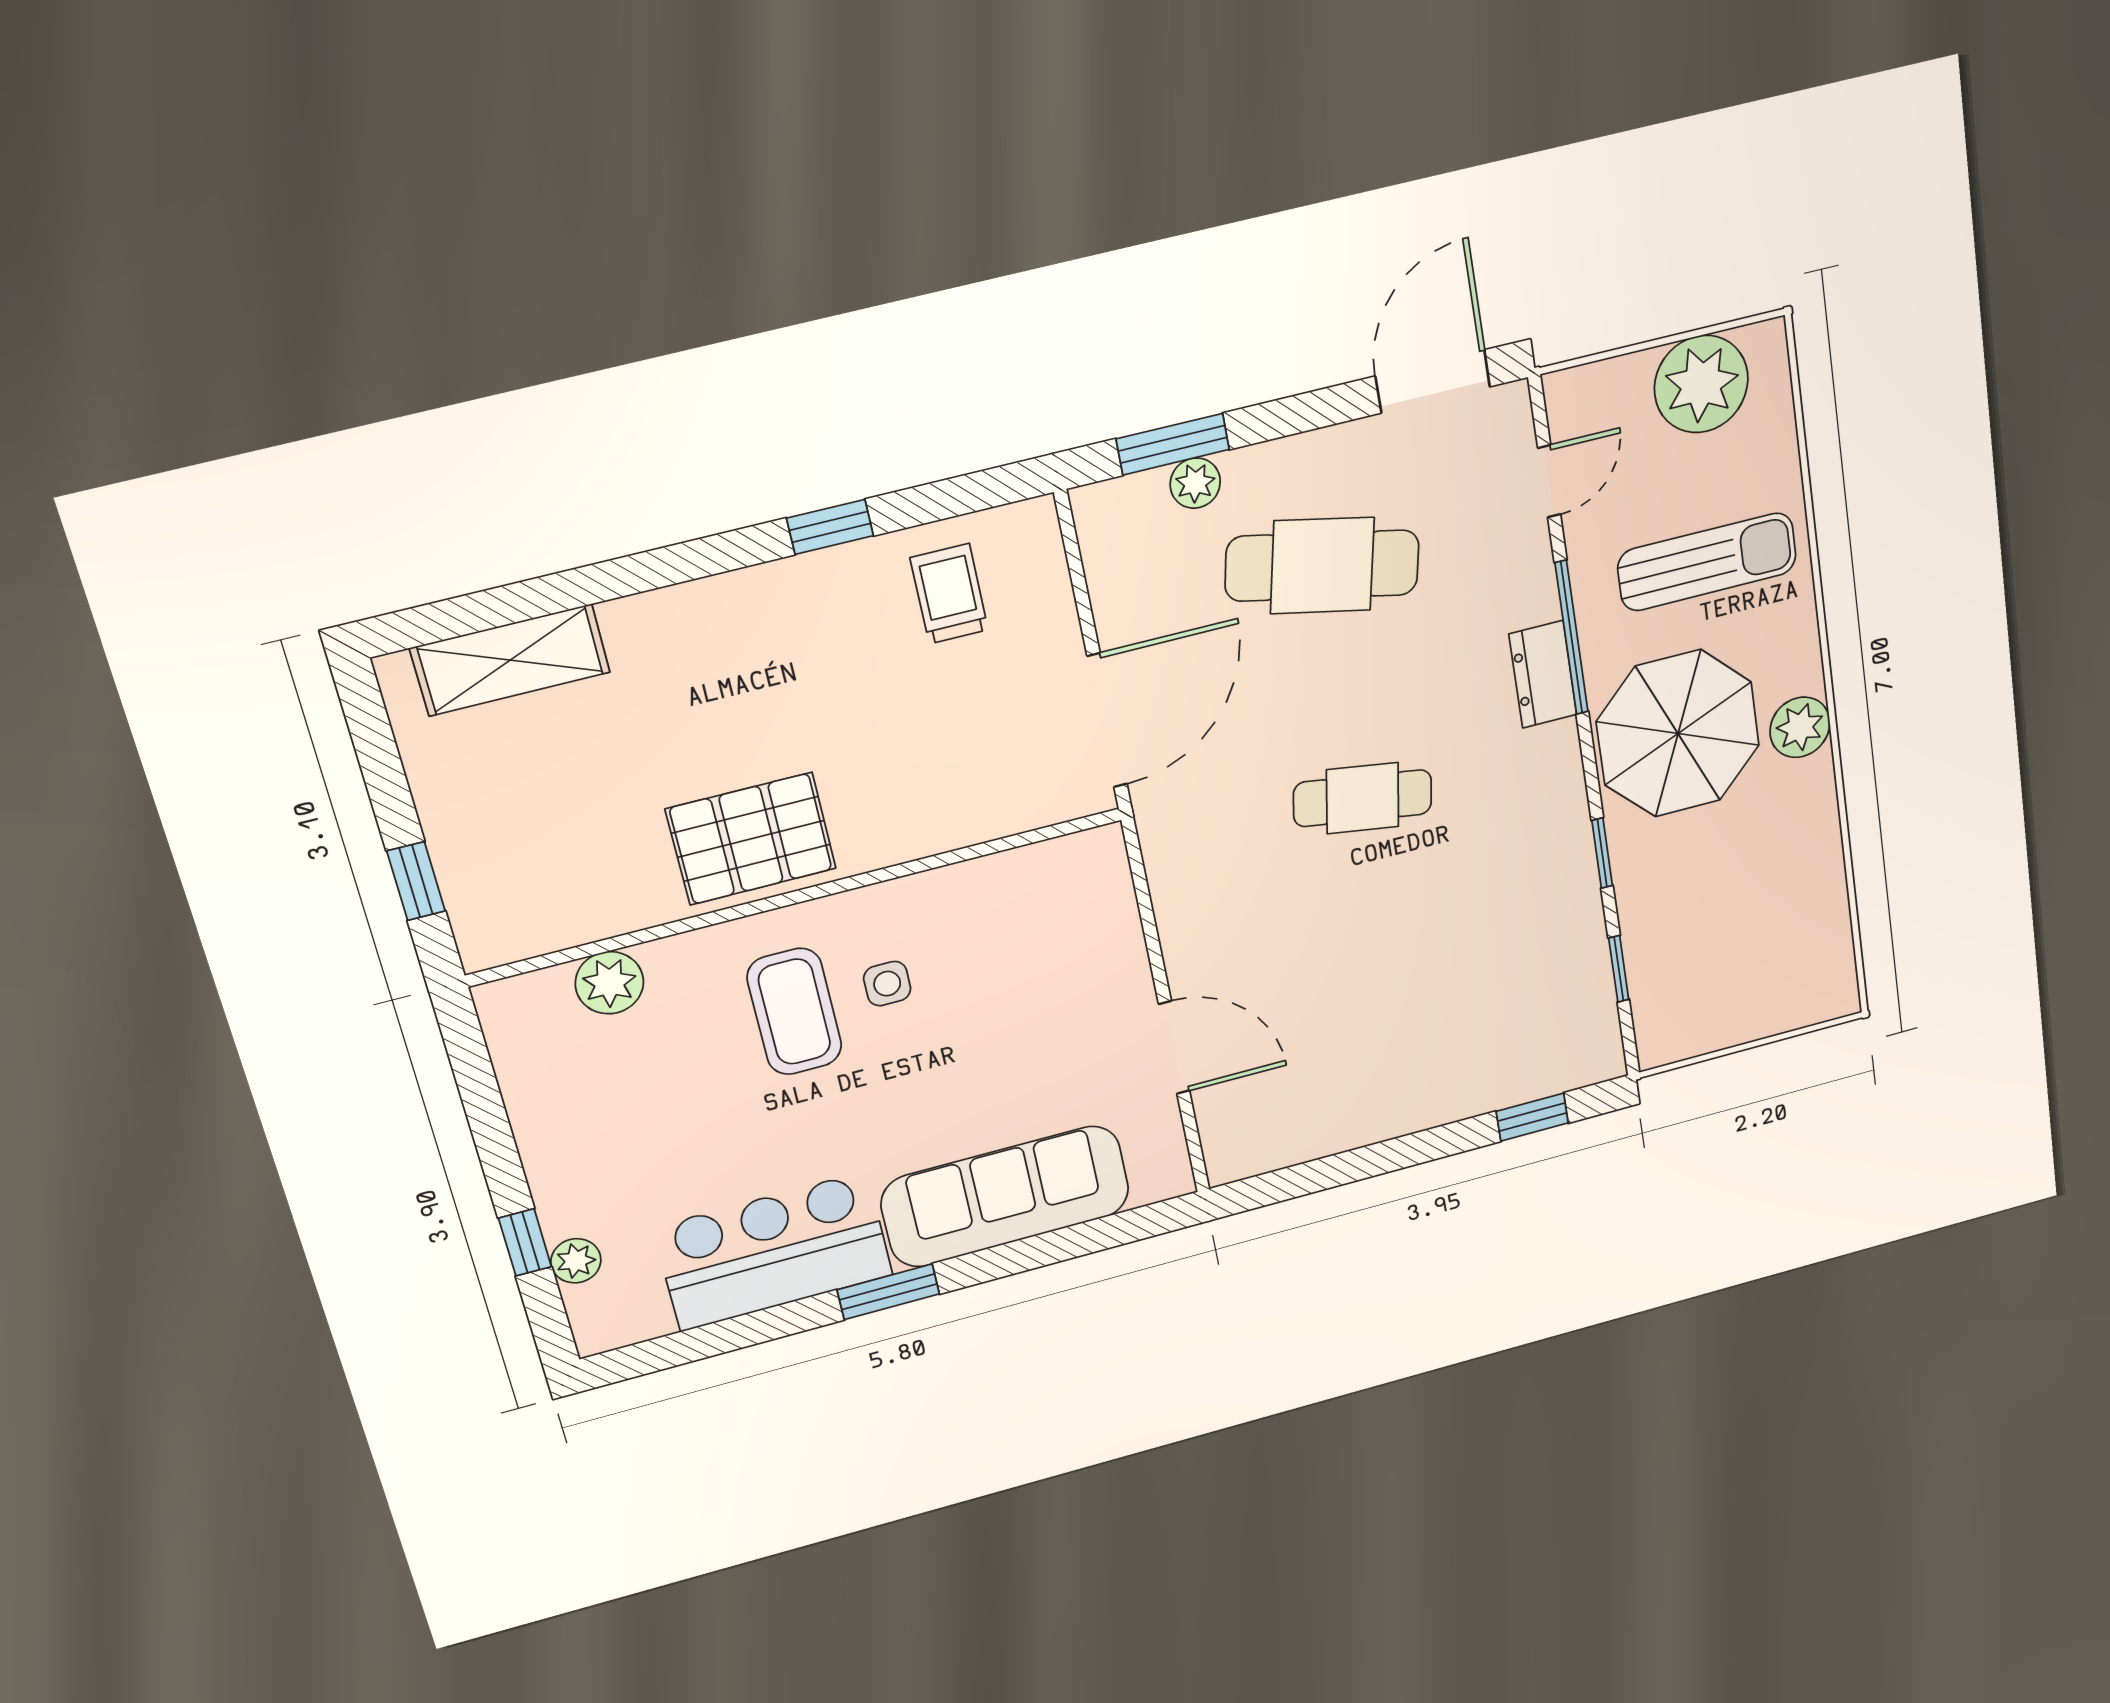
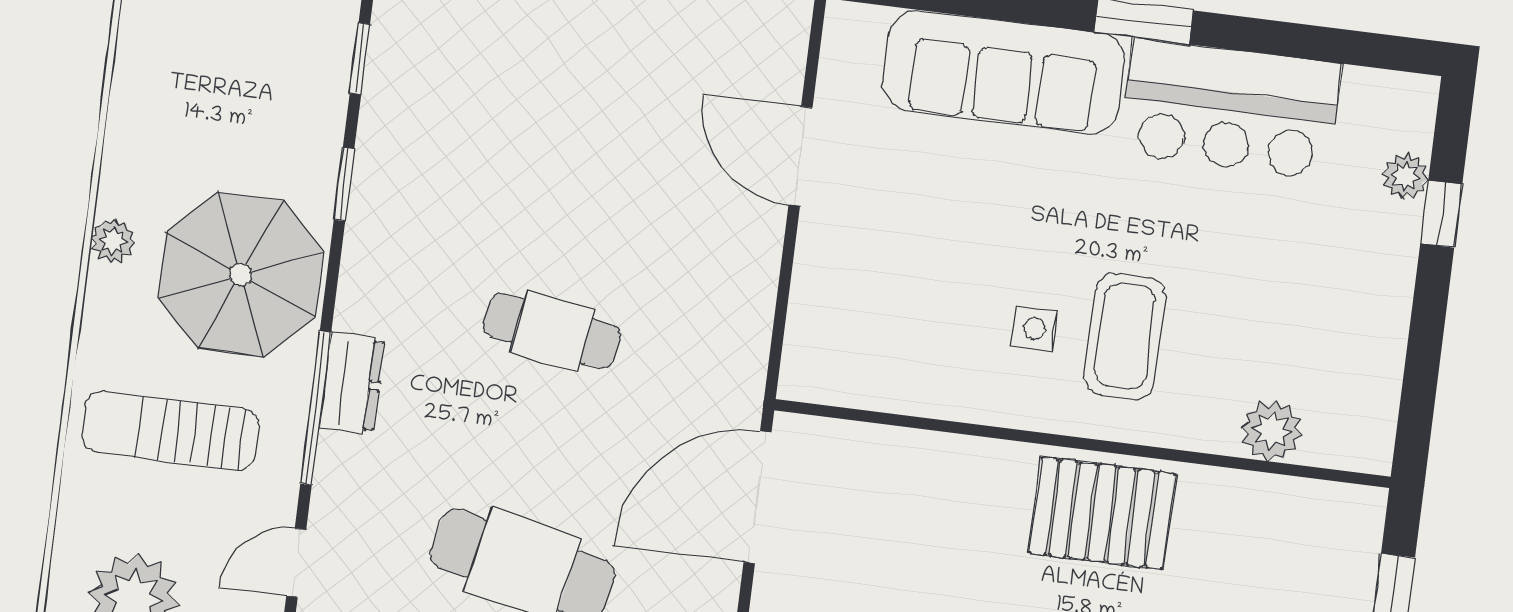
plant: (1800, 727) -> (113, 241), width x0.73, depth x0.73

